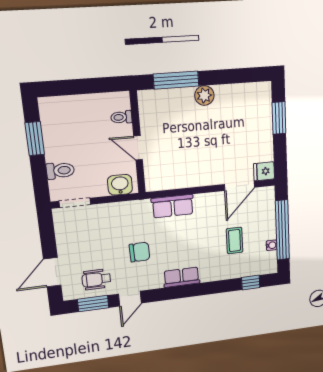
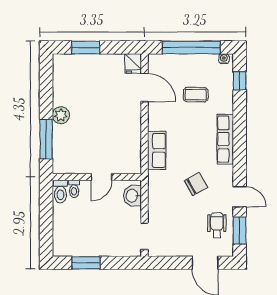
toilet: (60, 171) -> (60, 192), moved, turned 180
water cooler: (272, 245) -> (224, 59), moved
chair: (140, 252) -> (196, 184), turned 61
row of seats: (182, 277) -> (225, 139), width x1.48
wheelchair: (96, 279) -> (217, 225), turned 180

